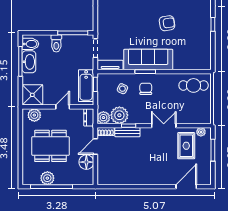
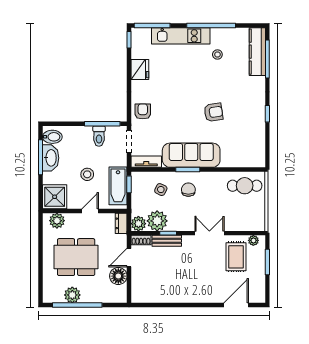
armchair: (107, 22) -> (143, 111), added
toilet: (56, 43) -> (99, 136), moved
stool: (60, 76) -> (87, 174), added

